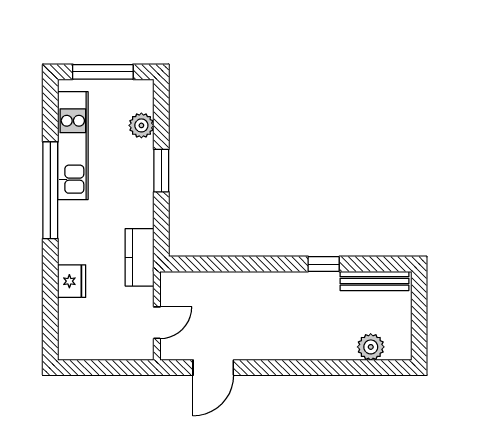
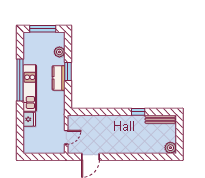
kitchen unit: (73, 146) -> (30, 88), moved
kitchen counter: (140, 257) -> (59, 78), moved
plant: (371, 347) -> (170, 148), moved

